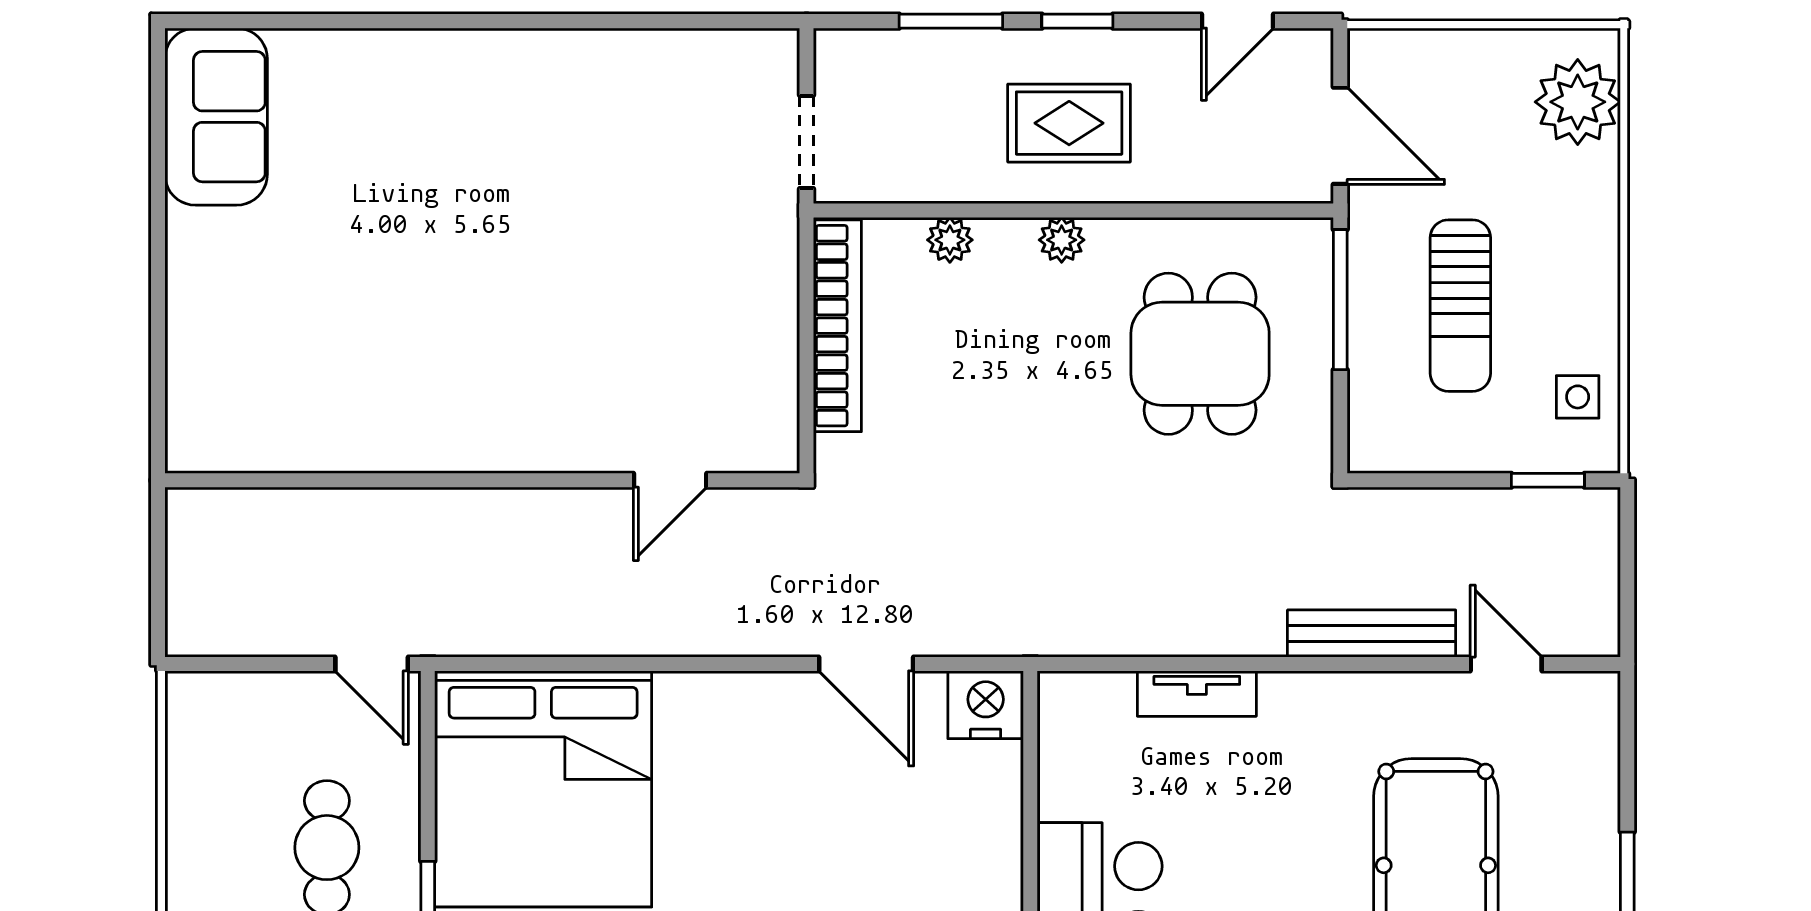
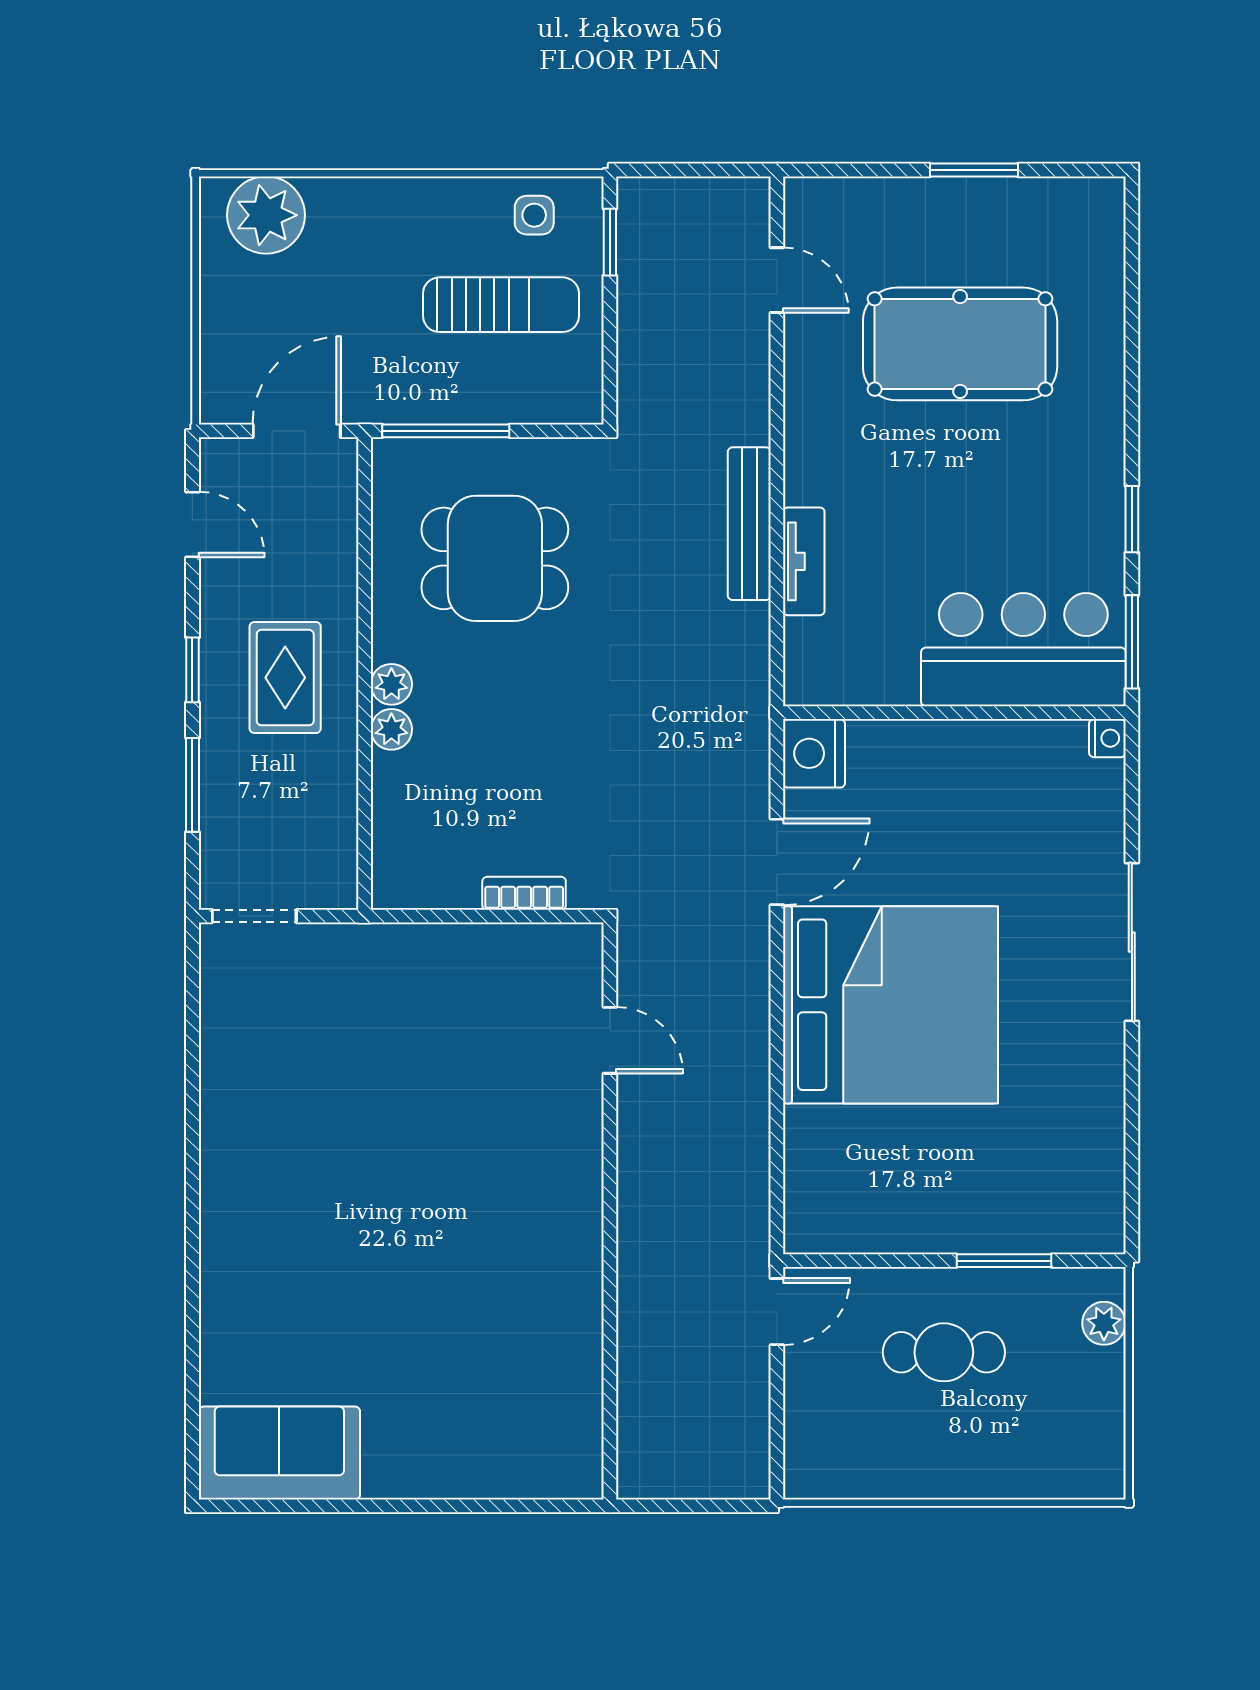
doorway: (806, 142) -> (254, 916), moved
plant: (950, 240) -> (391, 729), moved
sun lounger: (1460, 306) -> (501, 305), moved
bookcase: (837, 326) -> (524, 893), width x0.43, depth x0.76
bench: (1372, 634) -> (749, 524), moved
door: (1506, 664) -> (777, 280), swing flipped
bed: (543, 789) -> (891, 1005), moved

